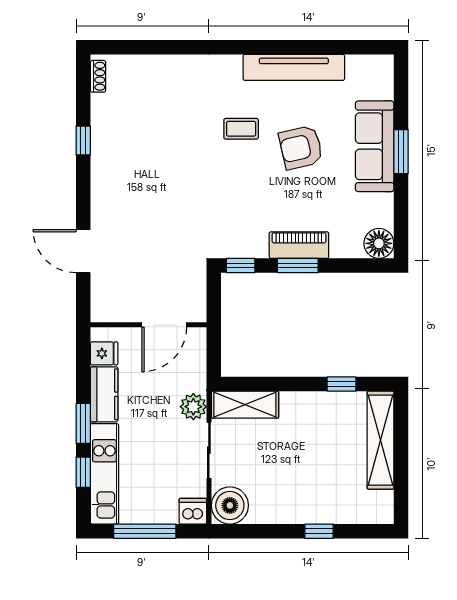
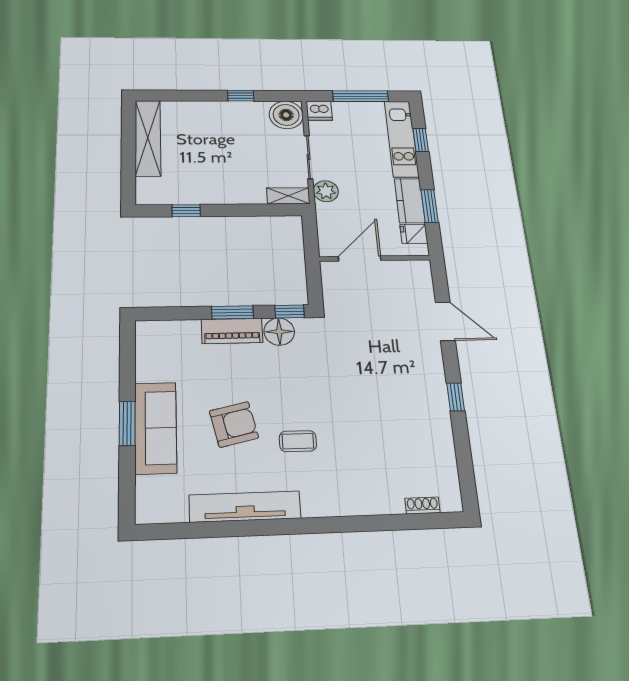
shoe rack: (98, 76) -> (422, 506), moved, turned 90
window: (83, 140) -> (456, 397), moved
floor lamp: (379, 243) -> (279, 332), moved
shelving: (245, 405) -> (288, 196), width x0.67, depth x0.75
window: (83, 423) -> (430, 206), moved
shelving: (381, 440) -> (148, 138), moved
window: (319, 531) -> (241, 96), moved

